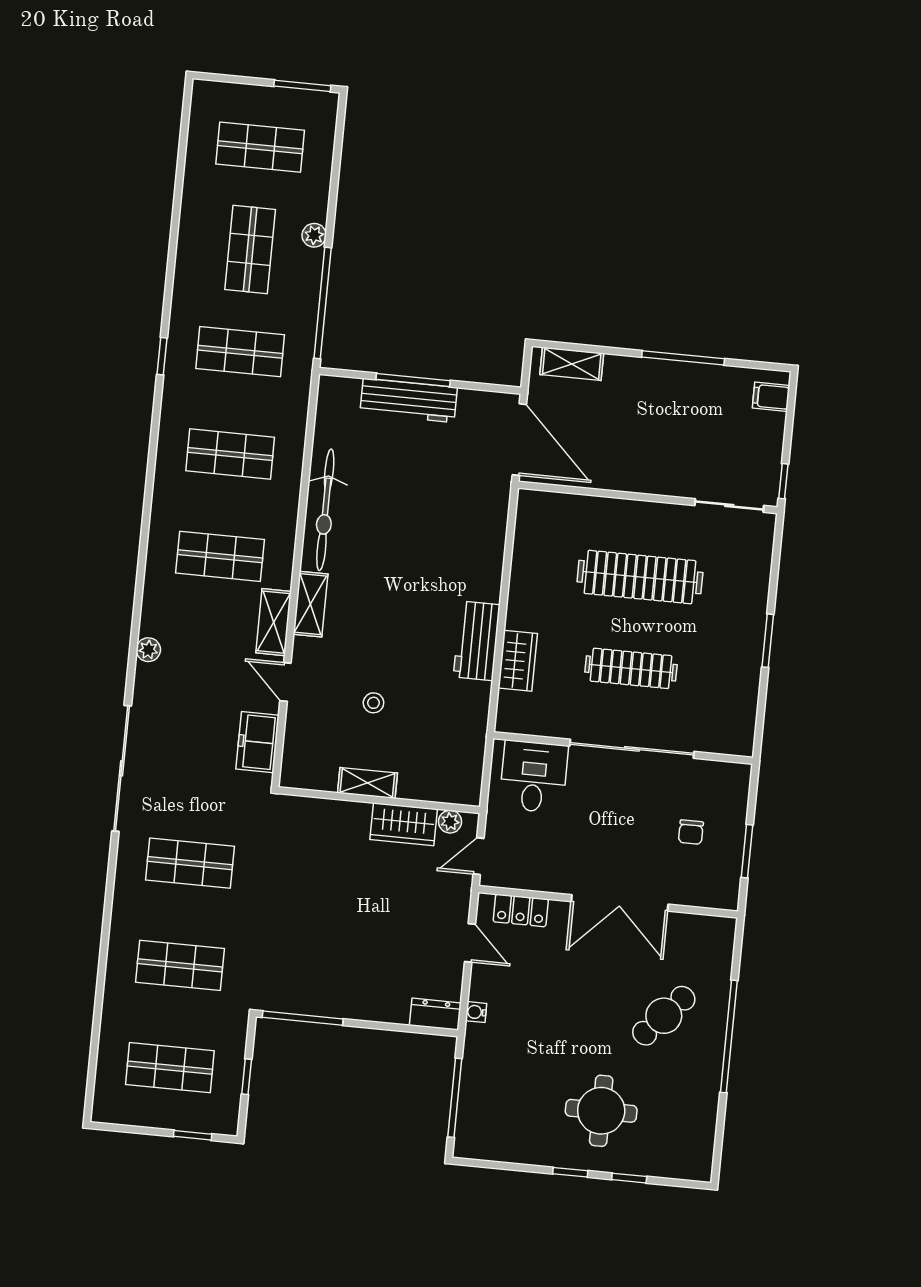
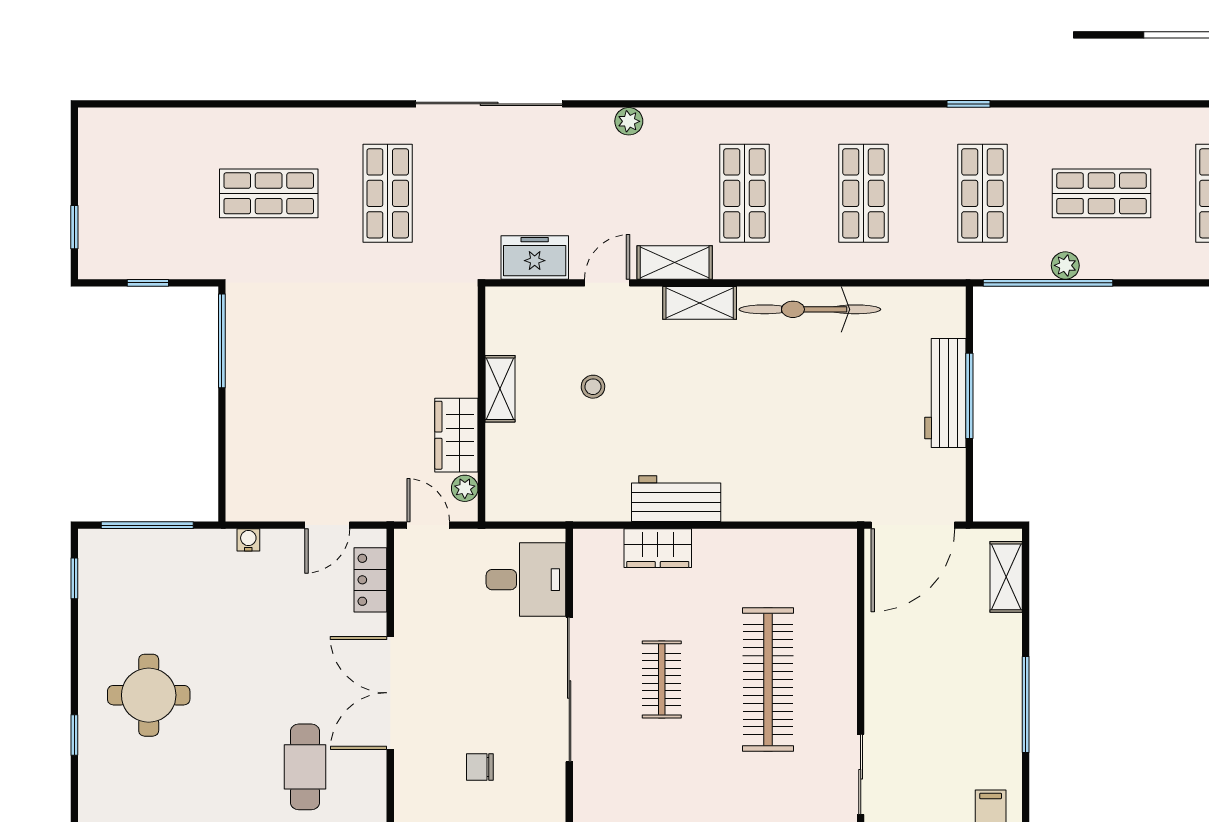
plant: (314, 235) -> (1065, 265), moved
clothes rail: (631, 668) -> (662, 679), width x0.73
shop shelf: (180, 965) -> (269, 193), turned 90
dresser: (435, 1014) -> (241, 493), removed
cafe table: (664, 1016) -> (305, 767), moved, turned 48
shop shelf: (170, 1068) -> (150, 193), removed
window: (570, 1172) -> (74, 578), moved

